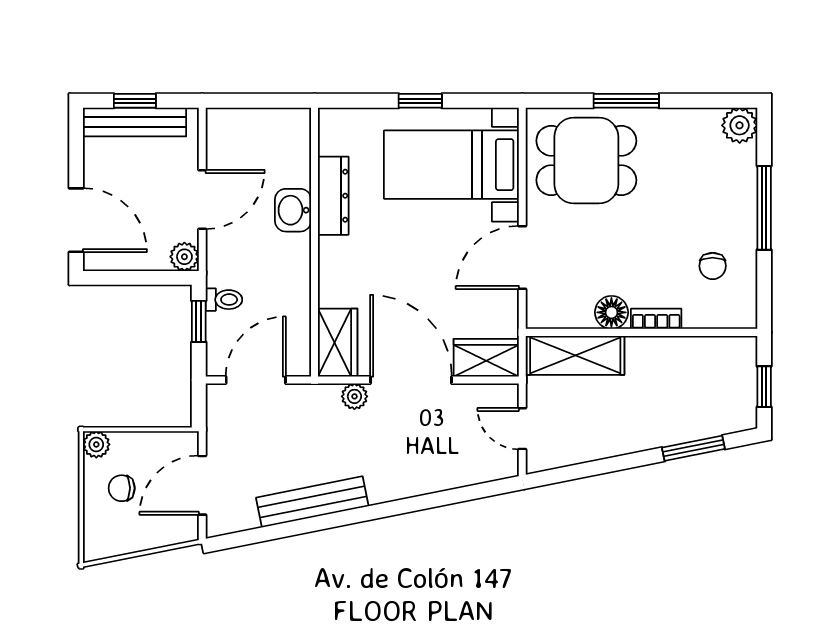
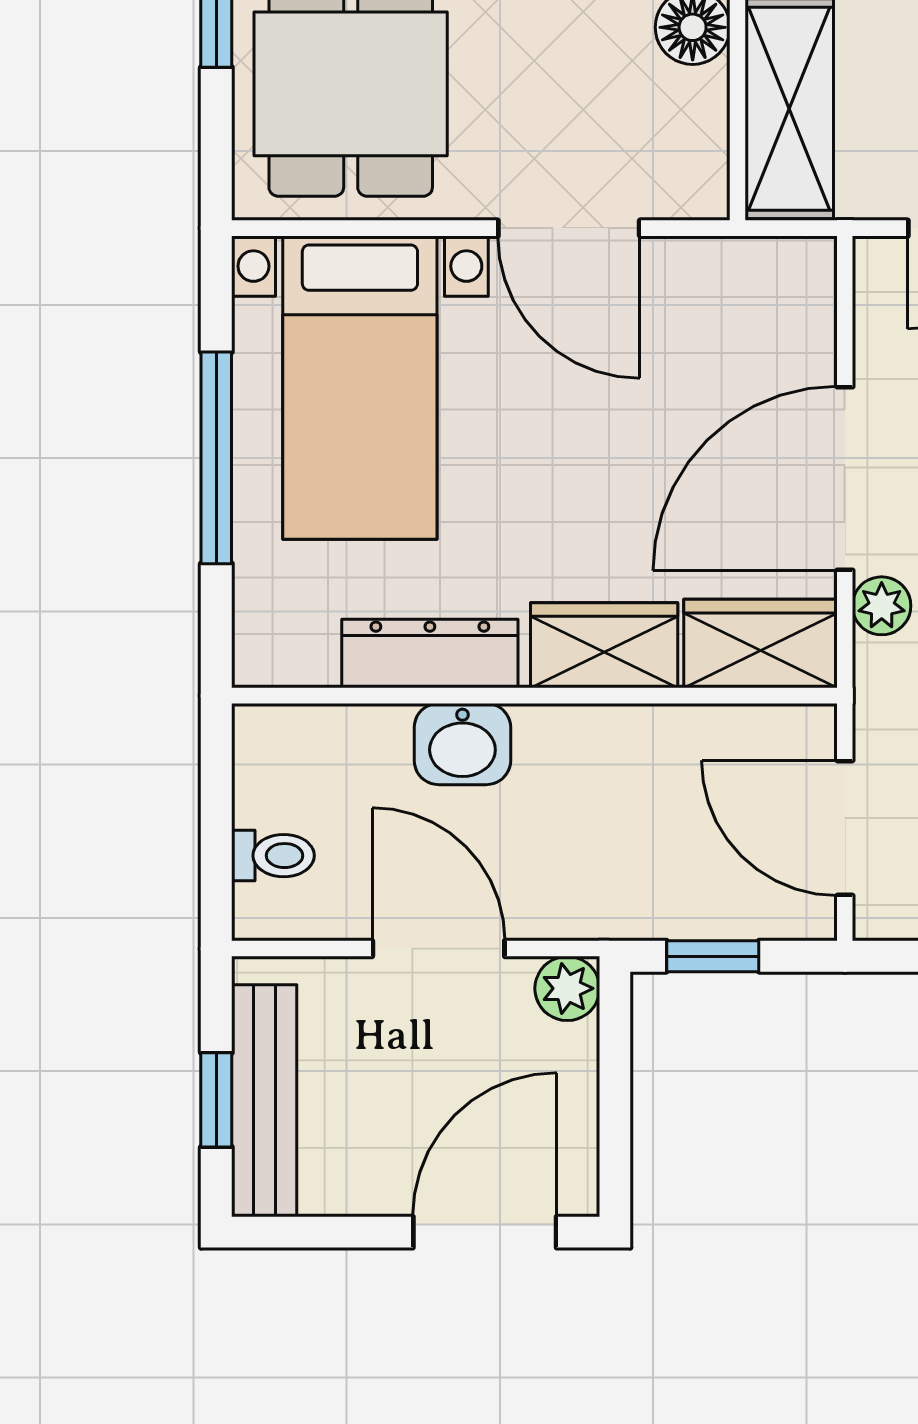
window: (420, 101) -> (216, 458), width x2.17
toilet: (224, 300) -> (273, 856), moved, turned 90
wardrobe: (486, 358) -> (604, 645), moved, turned 90

